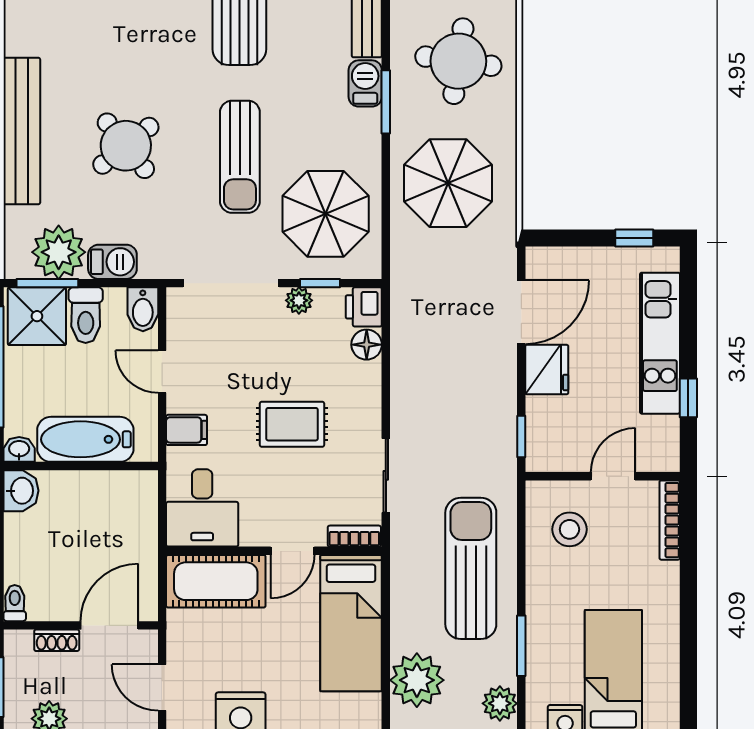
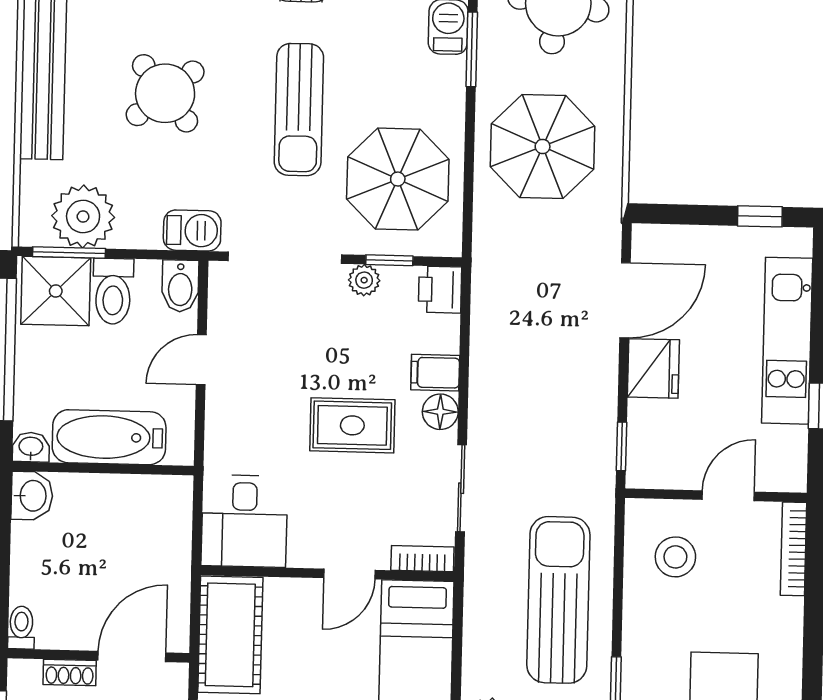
barbecue: (112, 262) -> (192, 230), moved
floor lamp: (367, 345) -> (440, 412), moved
door: (162, 372) -> (201, 360), hinge flipped
filing cabinet: (187, 430) -> (435, 373), moved, turned 180
cot: (216, 581) -> (230, 635), moved, turned 90

